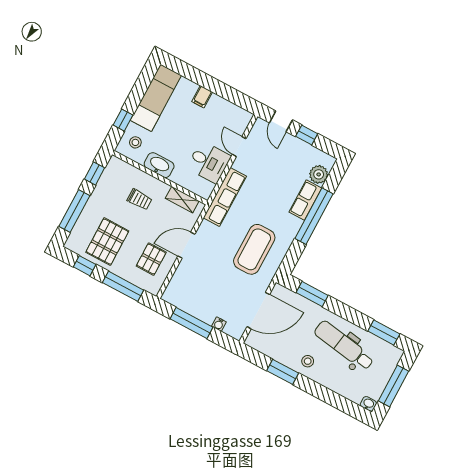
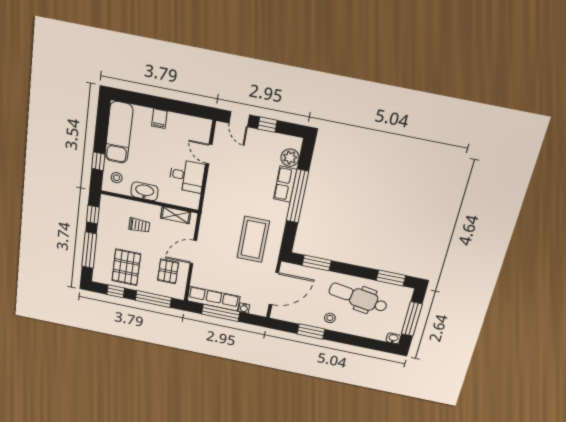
row of seats: (225, 197) -> (214, 299), moved, turned -90

